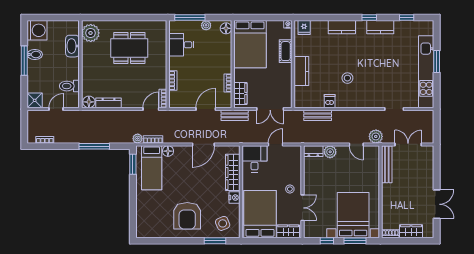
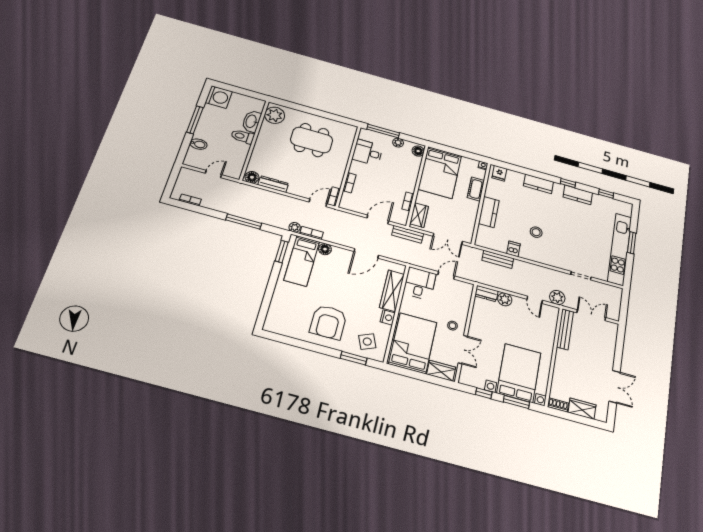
bidet: (35, 55) -> (198, 144), moved
toilet: (69, 86) -> (243, 136), moved
shower: (35, 100) -> (193, 159), removed

